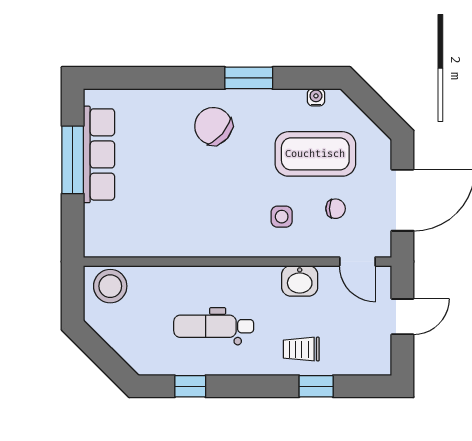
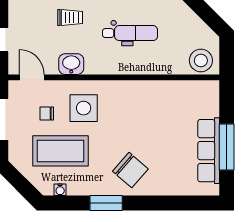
side table: (282, 217) -> (84, 108), width x1.87, depth x1.87

